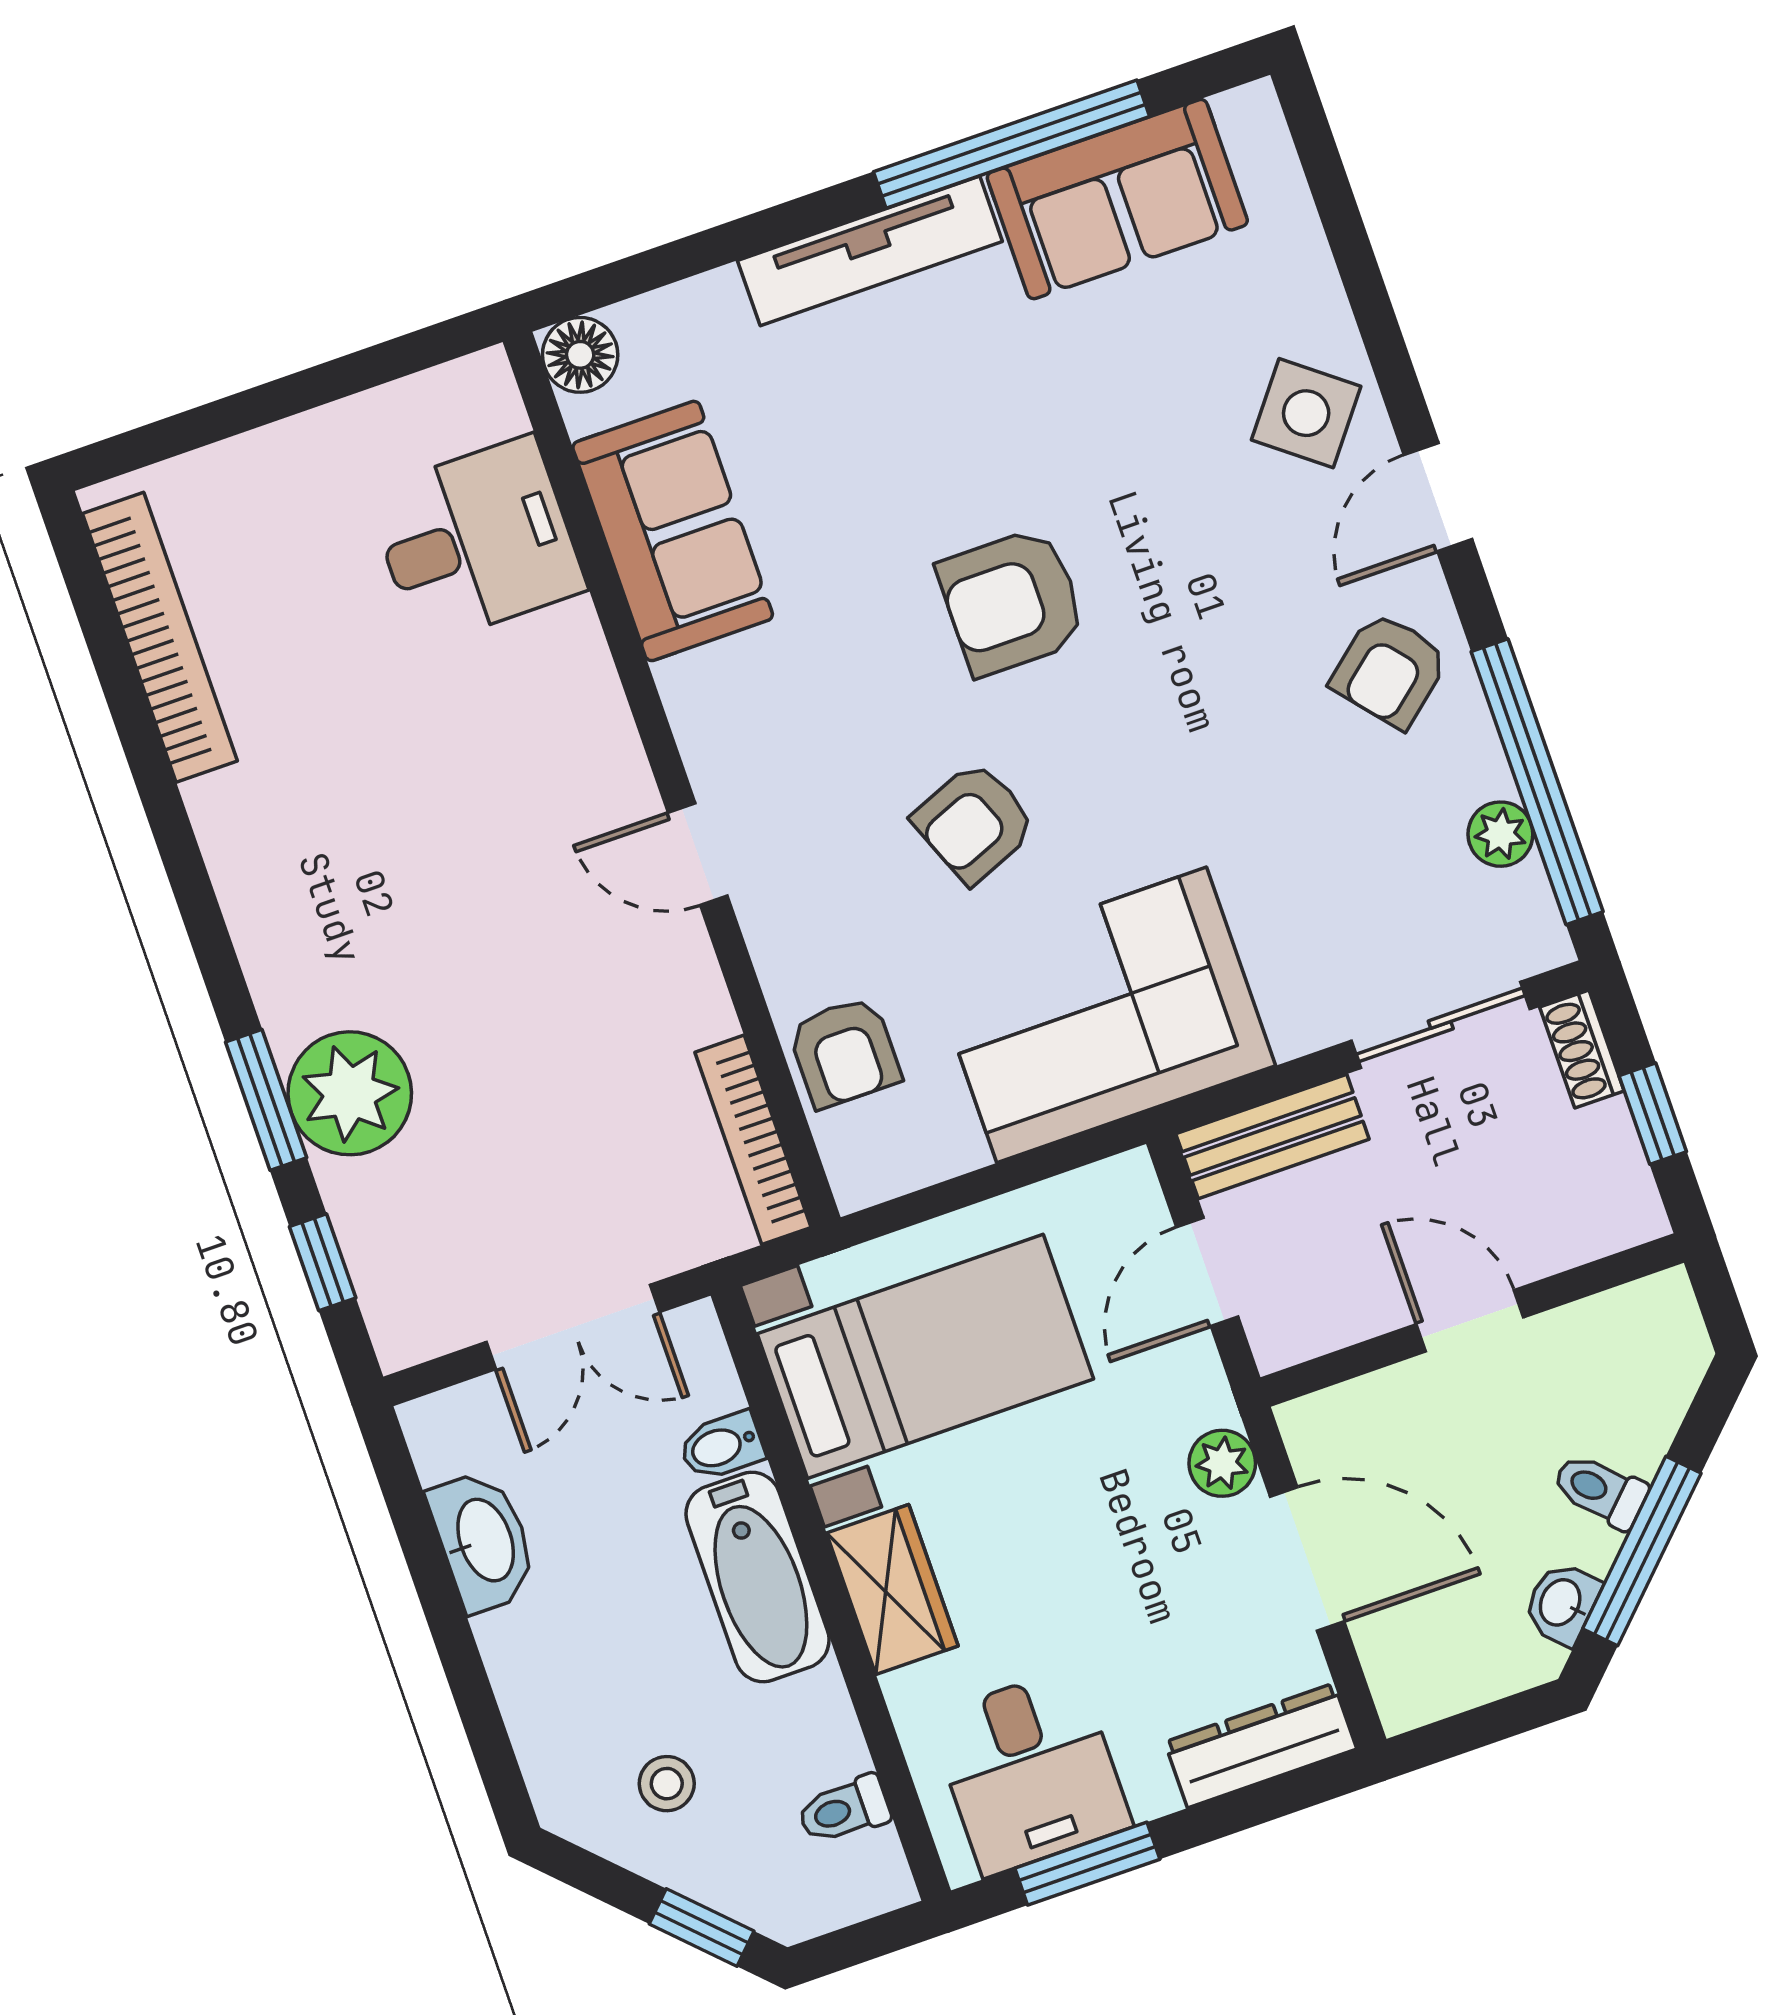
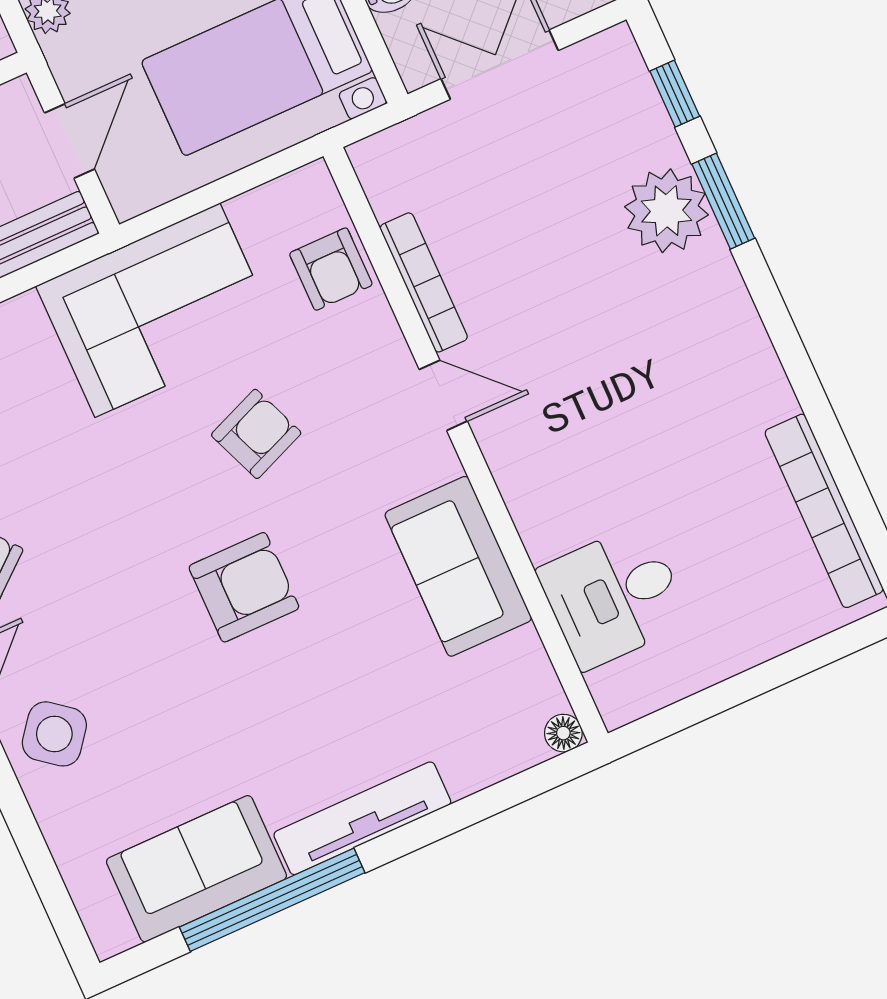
floor lamp: (580, 355) -> (563, 733), width x0.73, depth x0.73
sofa: (673, 531) -> (458, 566), moved
armchair: (844, 1052) -> (331, 269), turned 180
bookcase: (753, 1140) -> (424, 282), moved

